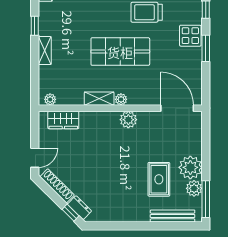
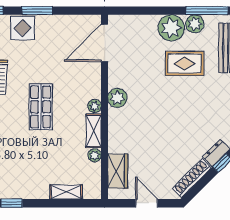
shelving: (45, 51) -> (66, 192), moved
shop shelf: (120, 52) -> (41, 107), width x0.70, depth x0.74
plant: (50, 99) -> (95, 155), moved
door: (35, 158) -> (147, 203), moved

